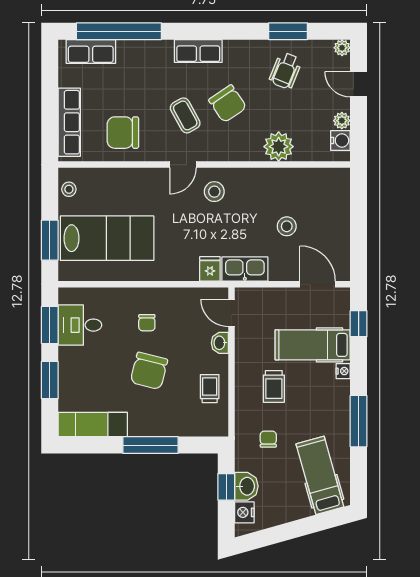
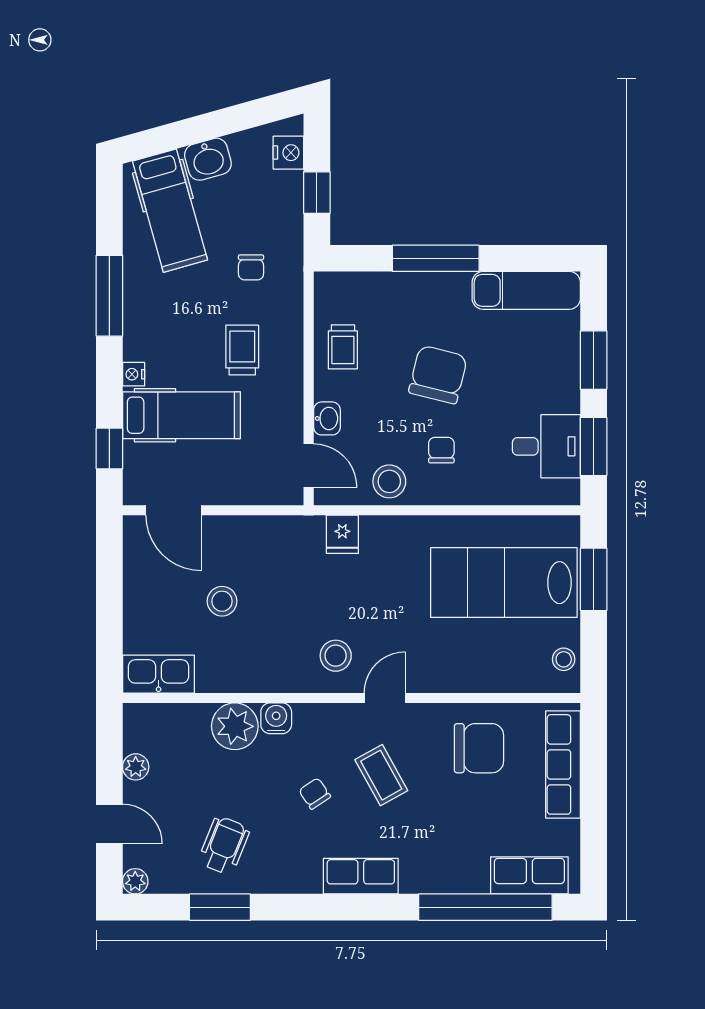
chair: (228, 104) -> (315, 794), width x0.54, depth x0.54
water cooler: (340, 140) -> (276, 718), moved, turned 90
kitchen sink: (245, 269) -> (159, 674), moved, turned 180
stool: (180, 303) -> (389, 481), added
washbasin: (246, 486) -> (208, 159), moved, turned -106

